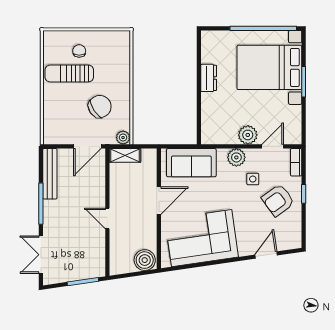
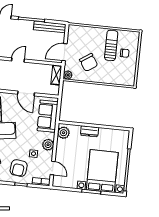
dresser: (209, 78) -> (89, 131), moved
plant: (248, 135) -> (63, 133), moved
door: (87, 146) -> (64, 52), hinge flipped
armchair: (278, 200) -> (19, 168), turned -137

